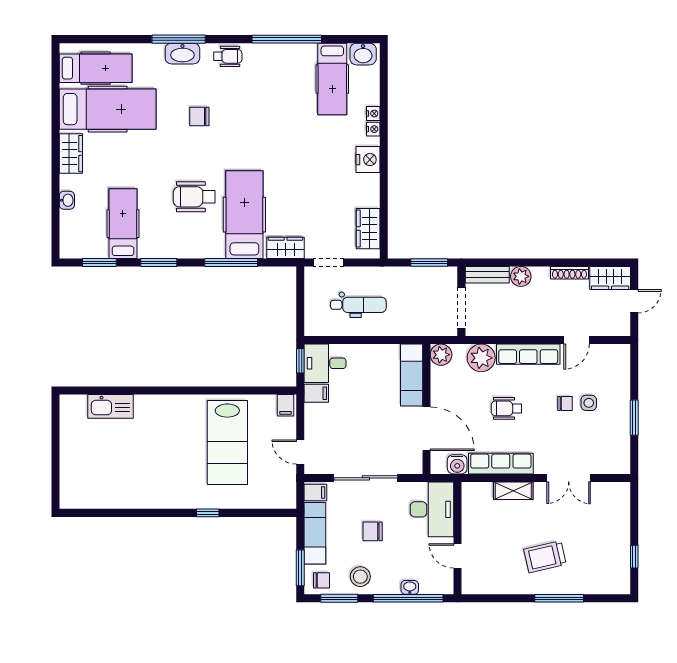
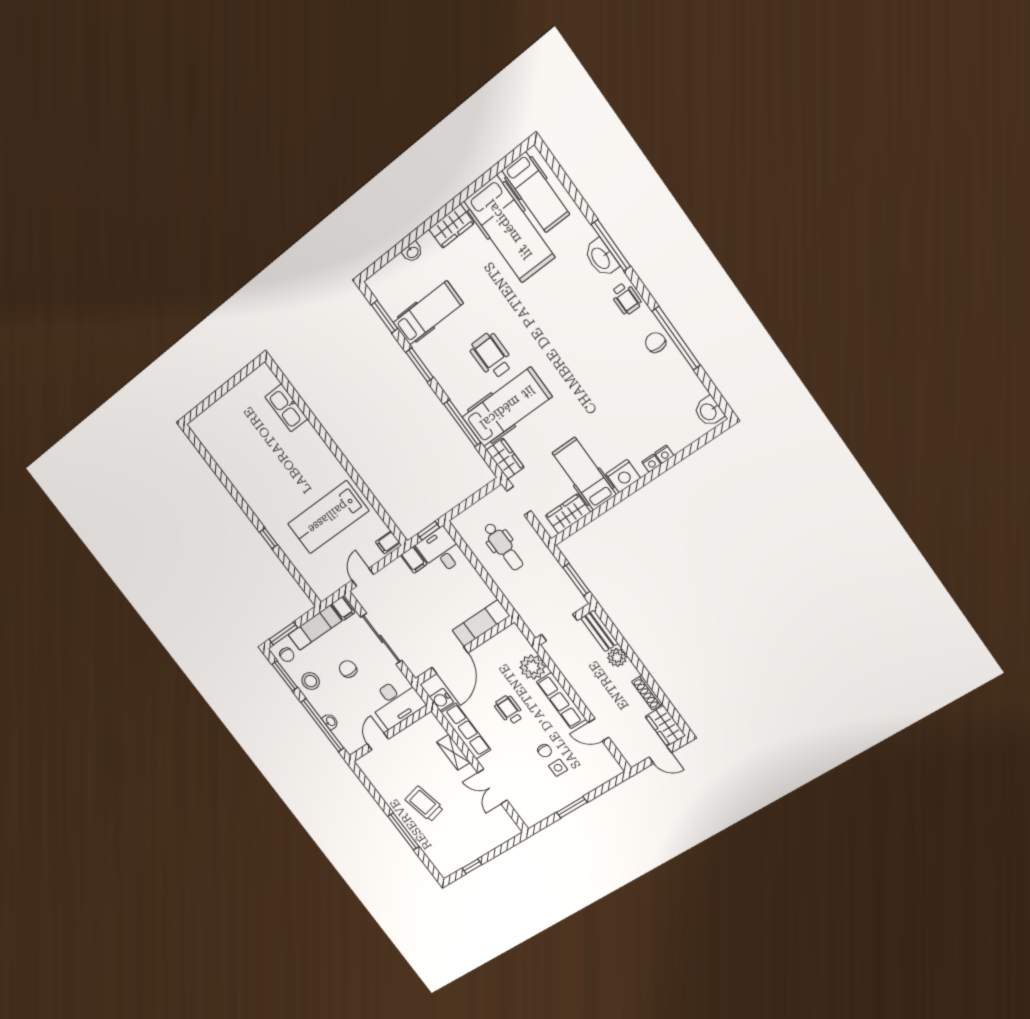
hospital bed: (332, 79) -> (584, 474), moved, turned 90
chair: (199, 116) -> (656, 342), moved
plant: (441, 355) -> (512, 635), removed

